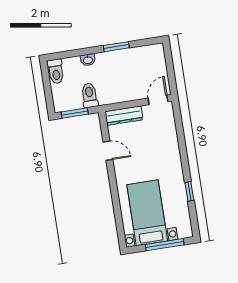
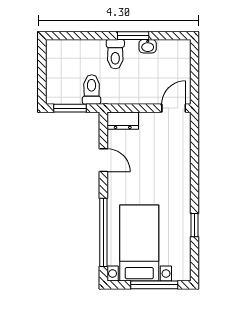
washbasin: (88, 60) -> (148, 46), moved
toilet: (56, 71) -> (115, 54), moved
dresser: (124, 116) -> (123, 121), width x0.70
window: (117, 209) -> (103, 232), added

